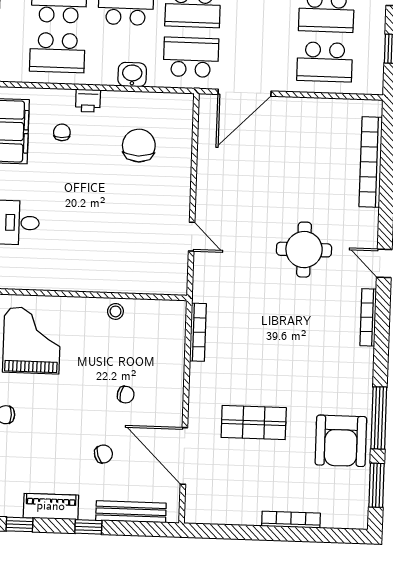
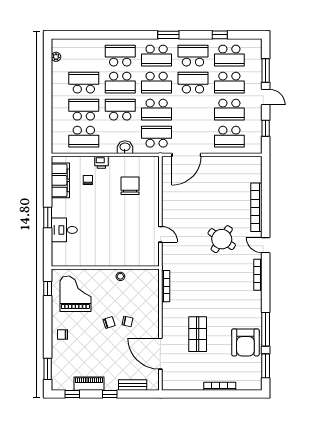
bookcase: (371, 162) -> (256, 207), moved
round table: (304, 250) -> (222, 239), turned 34
shop shelf: (254, 423) -> (198, 334), turned 90
chair: (103, 454) -> (109, 322), moved
bench: (131, 512) -> (133, 385), width x0.73

